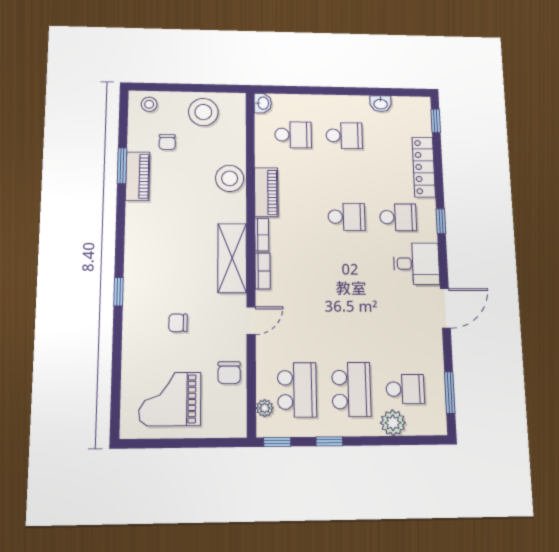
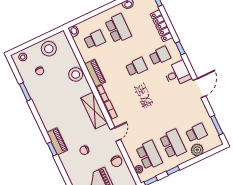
school desk: (344, 136) -> (118, 28), width x1.85
piano: (138, 176) -> (57, 141), moved

